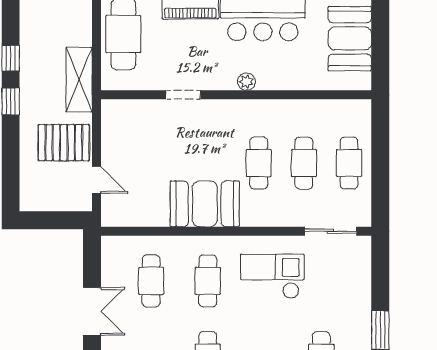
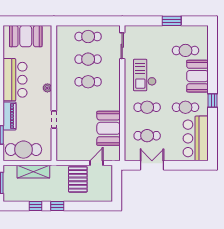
shelving: (79, 80) -> (33, 172), moved
booth: (205, 204) -> (109, 128), moved
double door: (92, 311) -> (152, 165), moved

